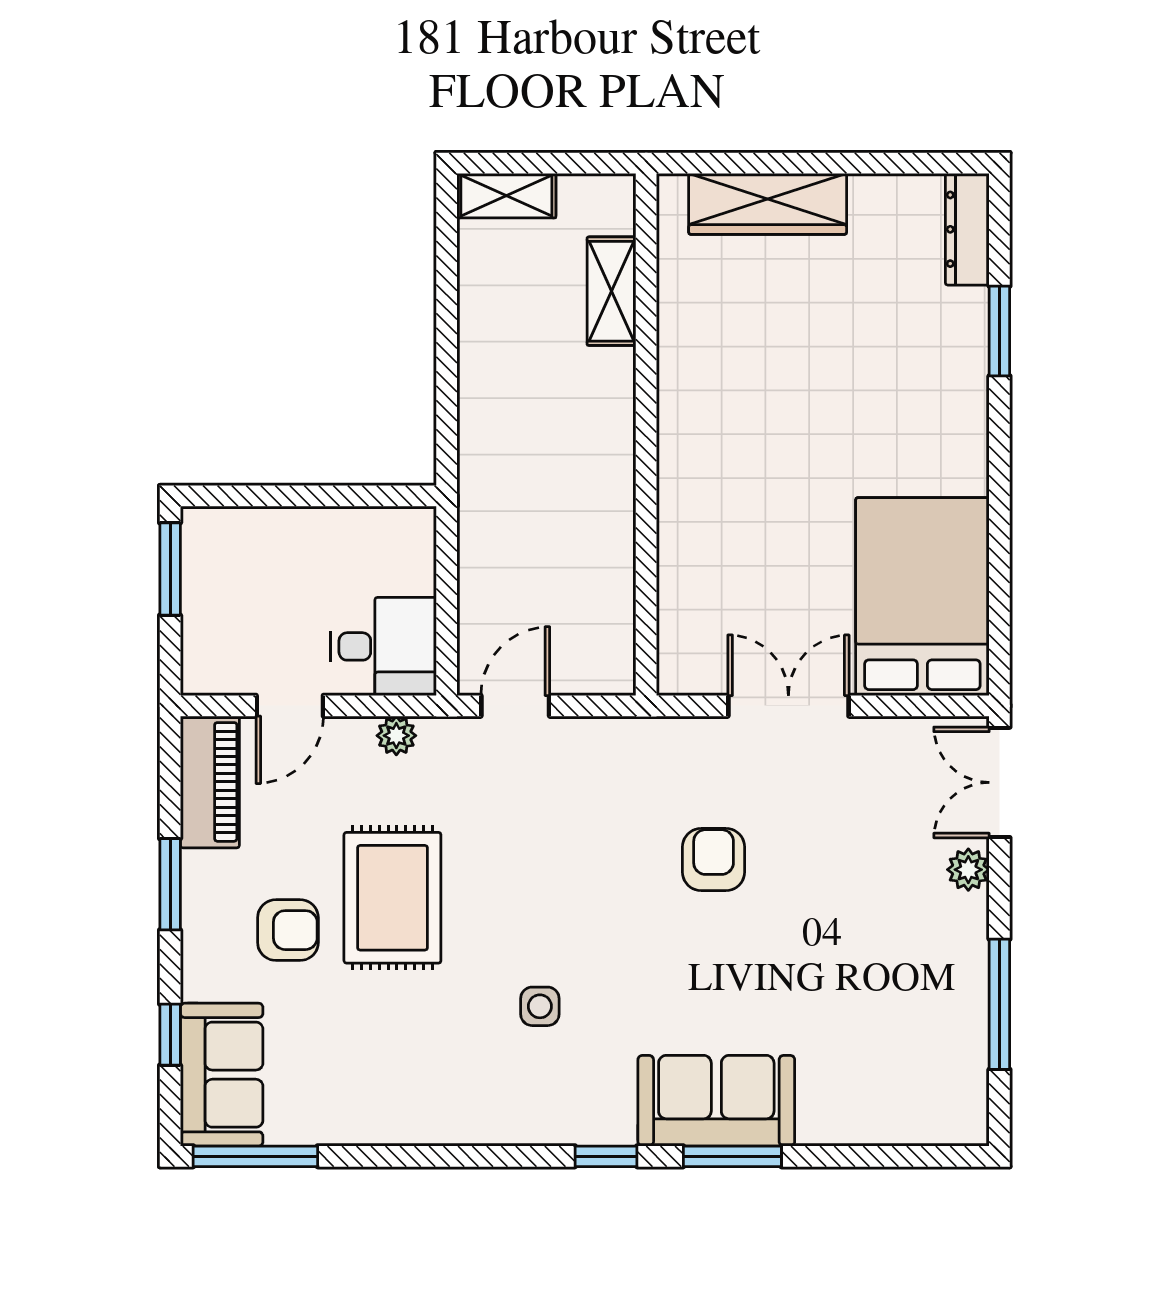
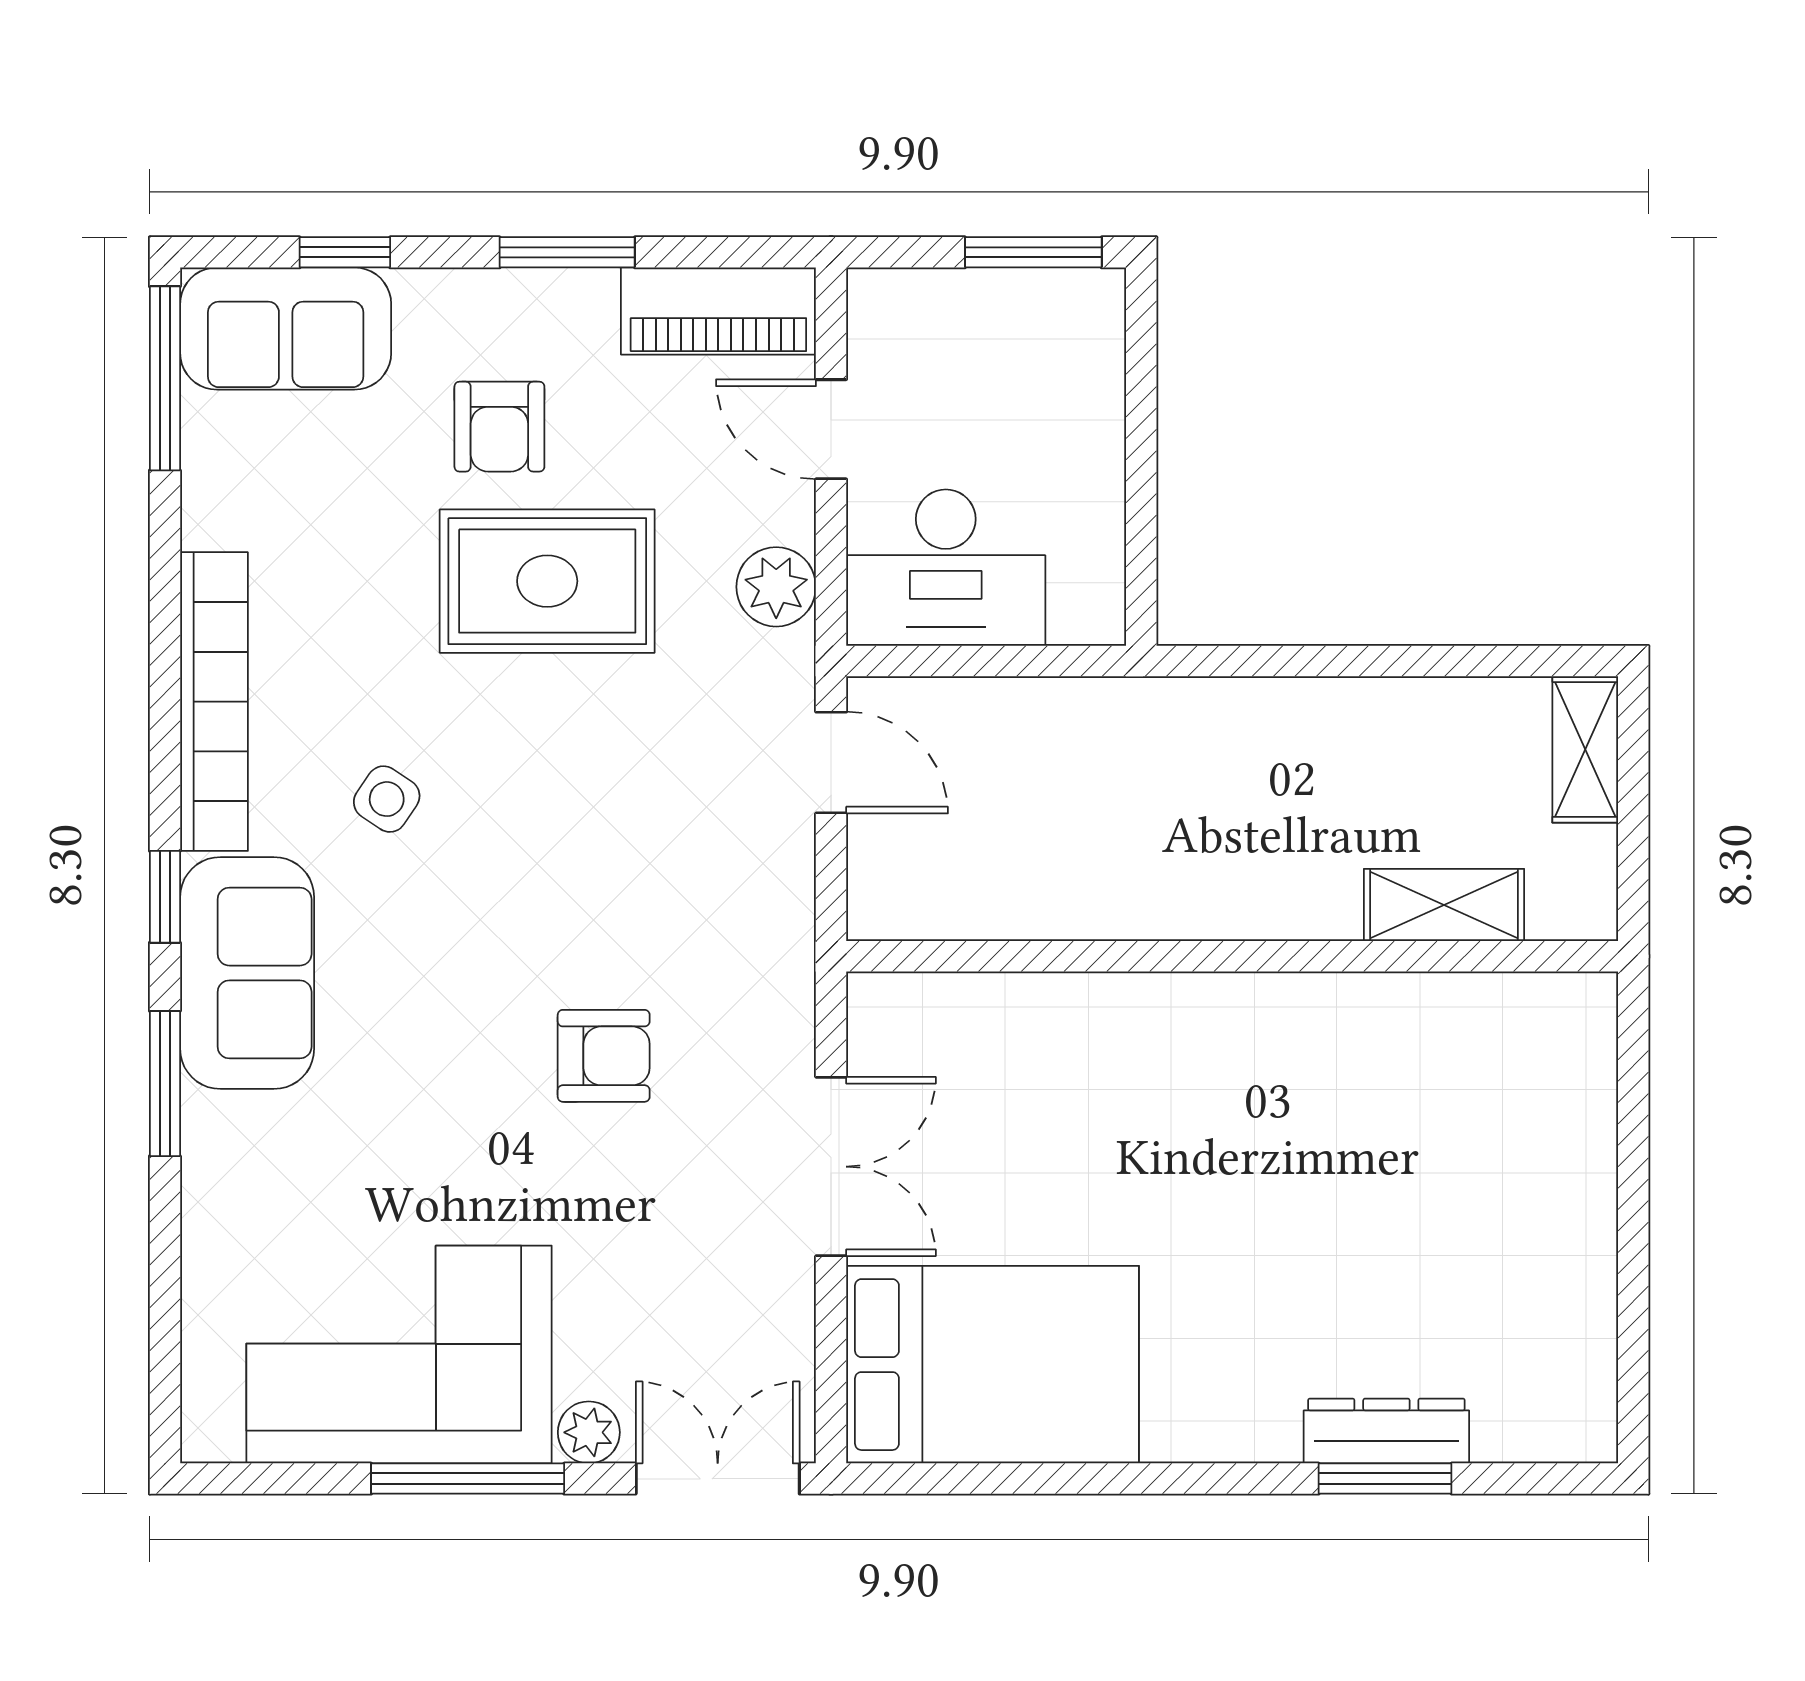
wardrobe: (768, 204) -> (1573, 1136), removed
dresser: (967, 229) -> (1386, 1431), moved
desk: (383, 646) -> (946, 568), width x1.37
plant: (396, 736) -> (776, 587), width x1.38, depth x1.38
corner sofa: (916, 998) -> (399, 1354), added
window: (999, 1004) -> (468, 1479), moved
side table: (540, 1006) -> (387, 799), turned 34
sofa: (716, 1101) -> (247, 973), moved
bookcase: (474, 1123) -> (214, 702), added

